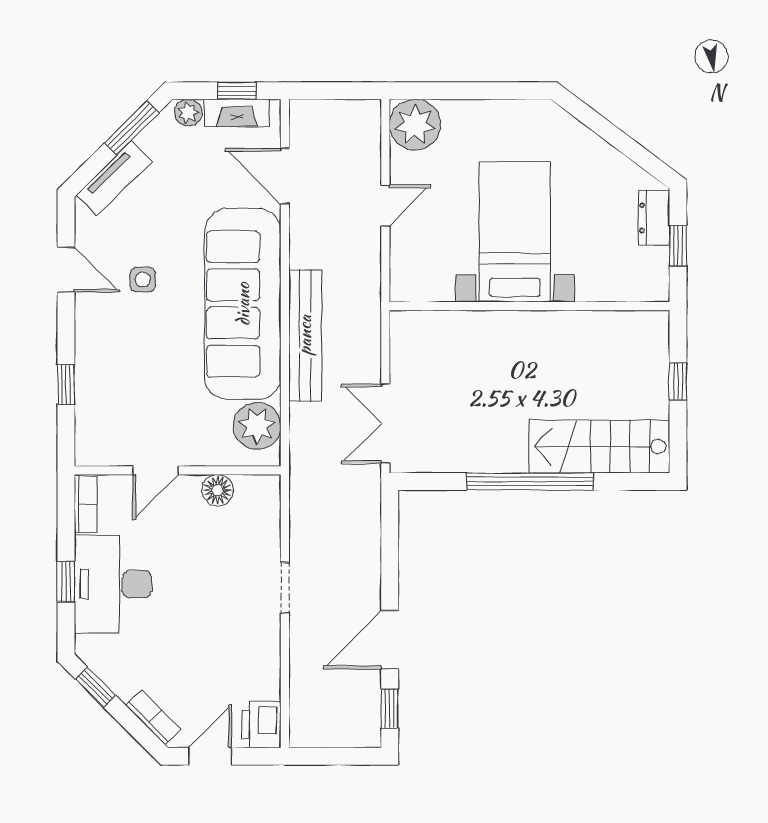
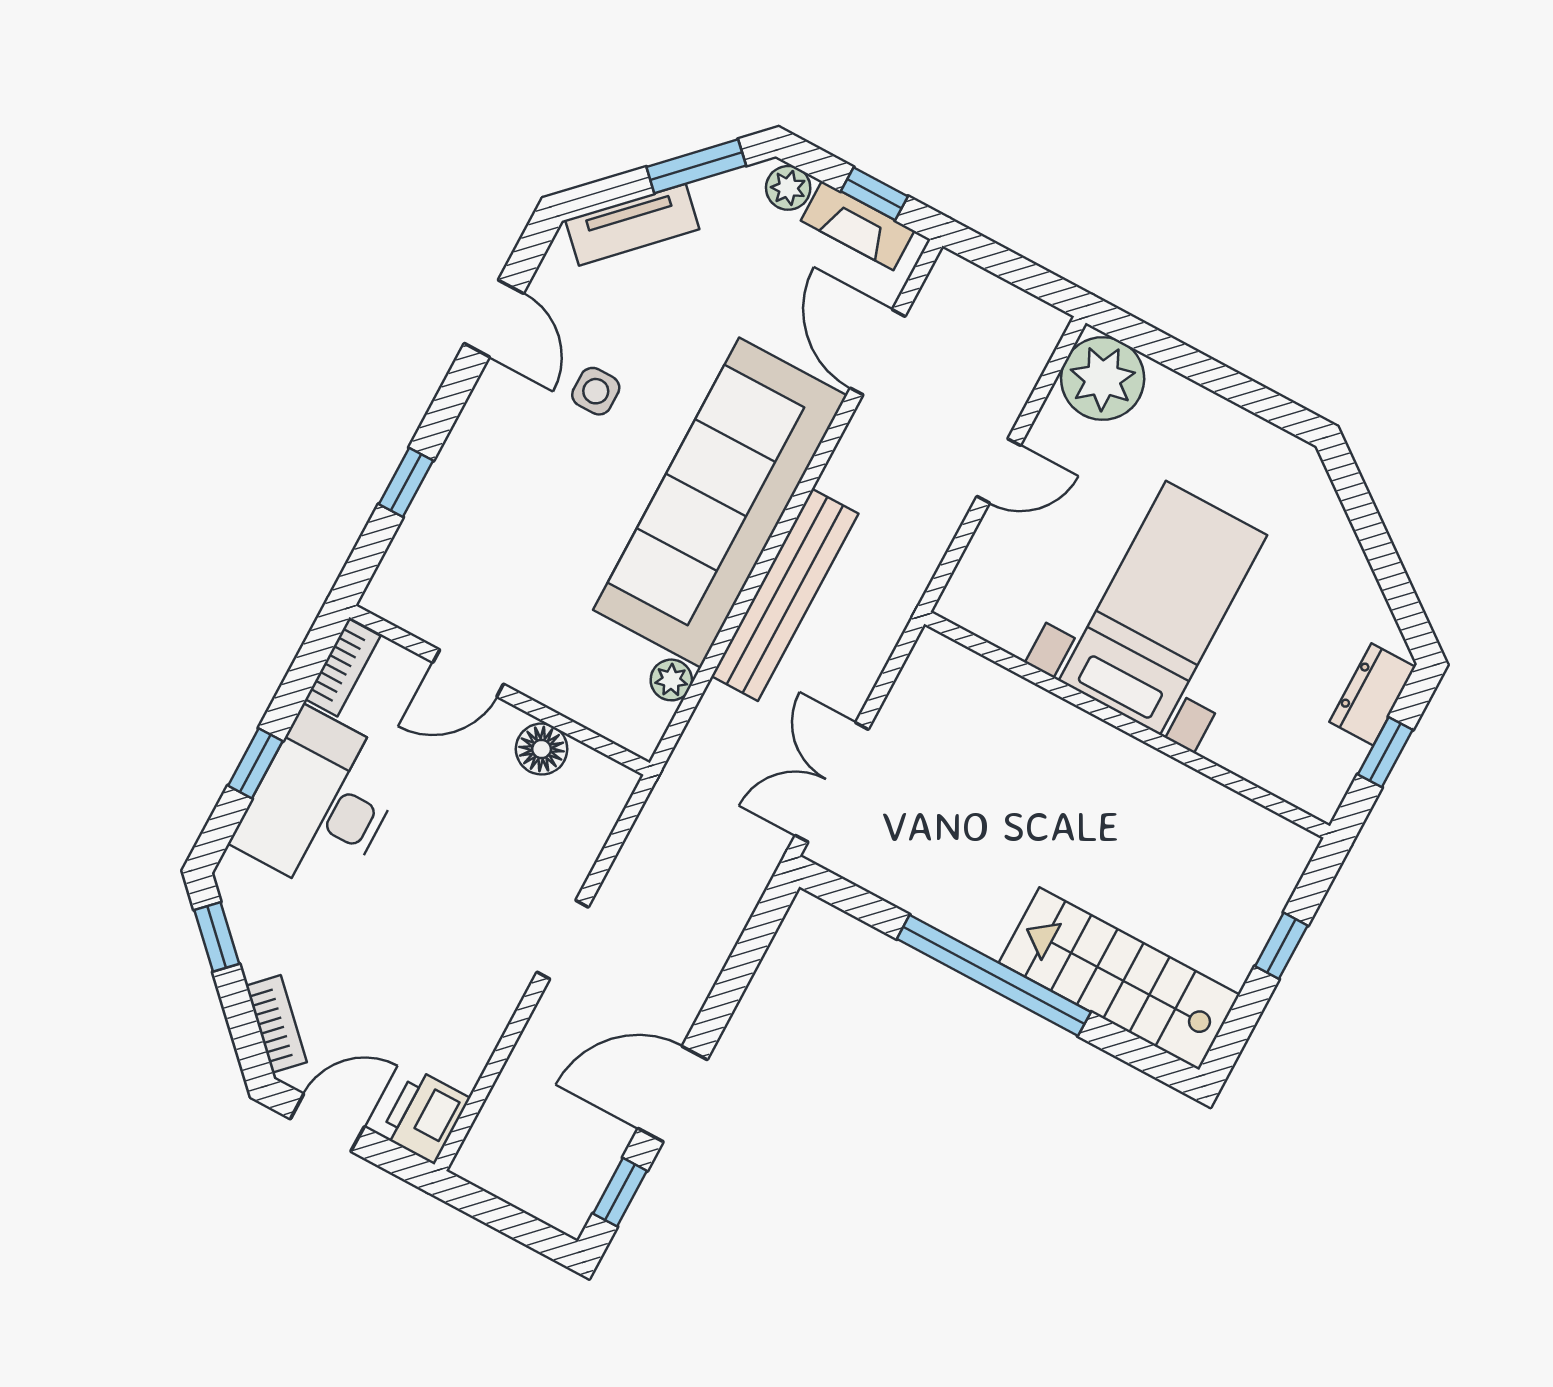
plant: (257, 426) -> (671, 680), width x0.53, depth x0.53

